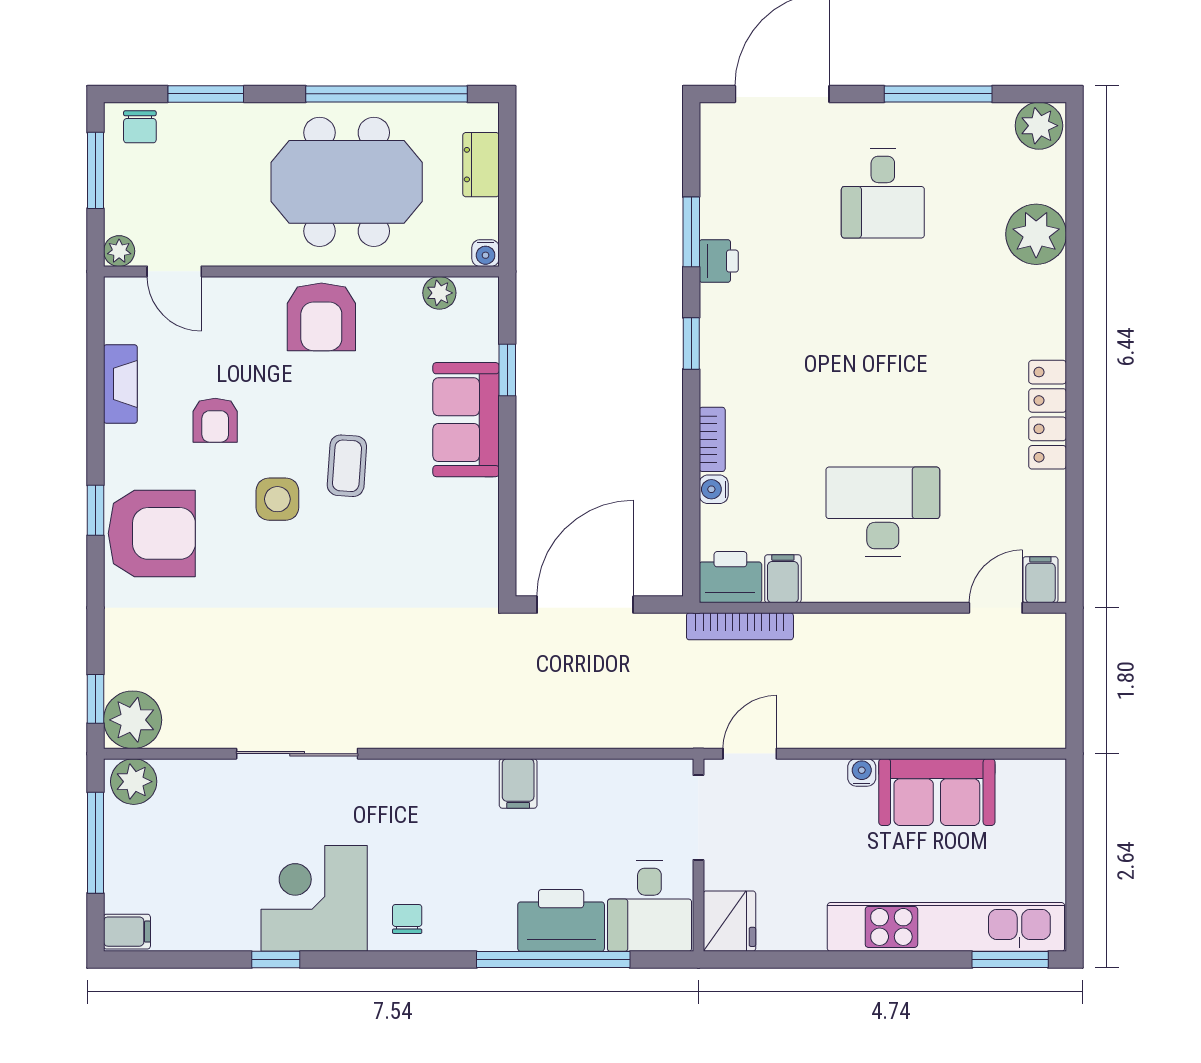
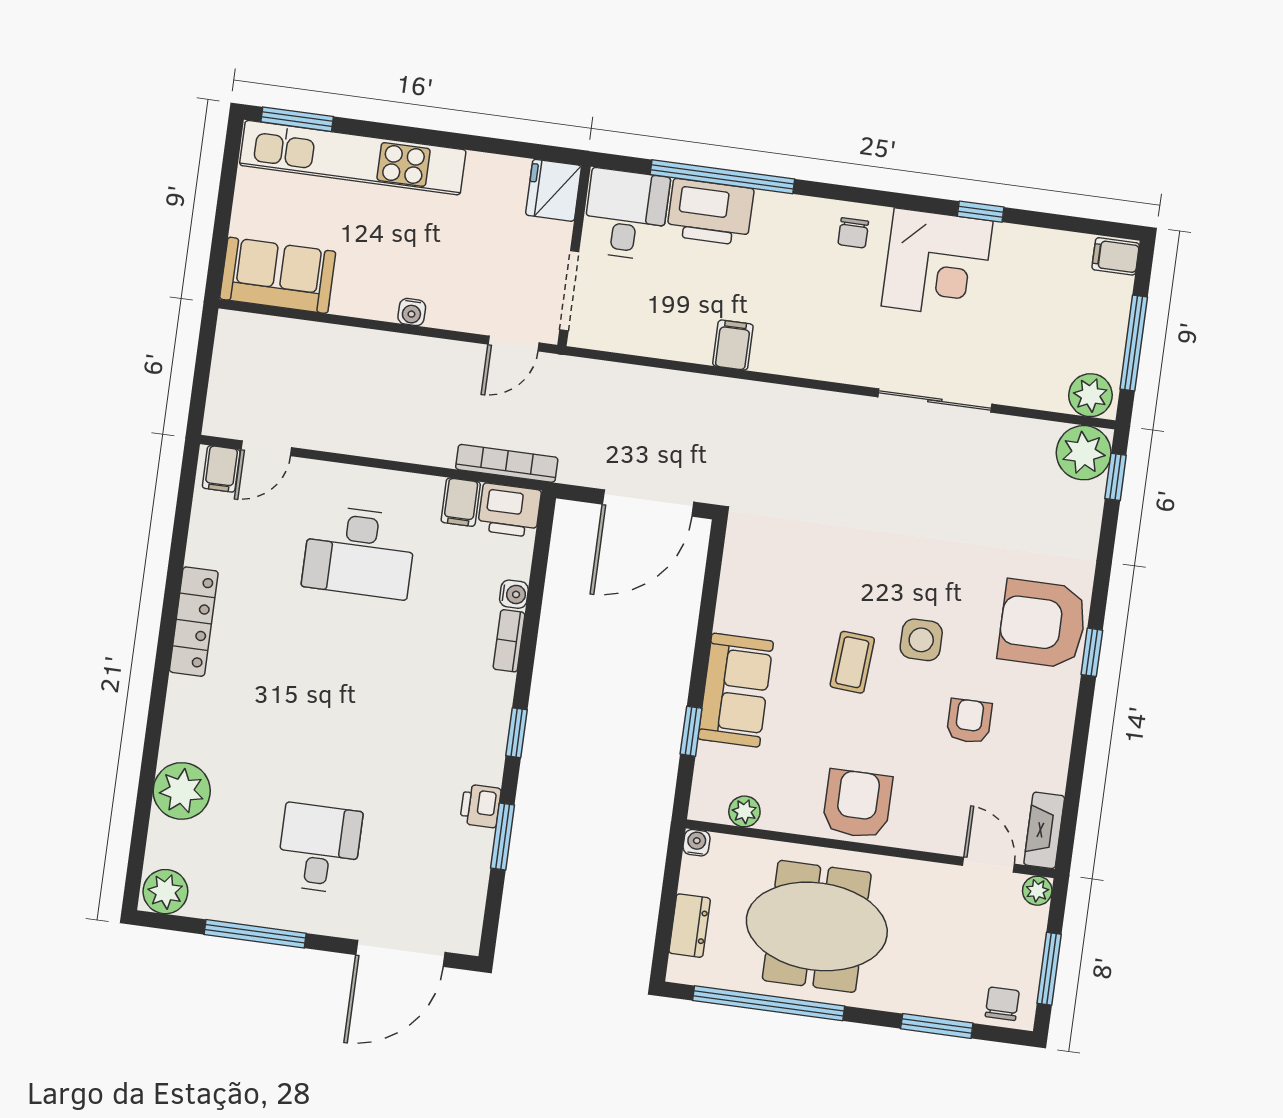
fireplace: (120, 384) -> (1044, 830), moved
sofa: (937, 792) -> (278, 275), moved

